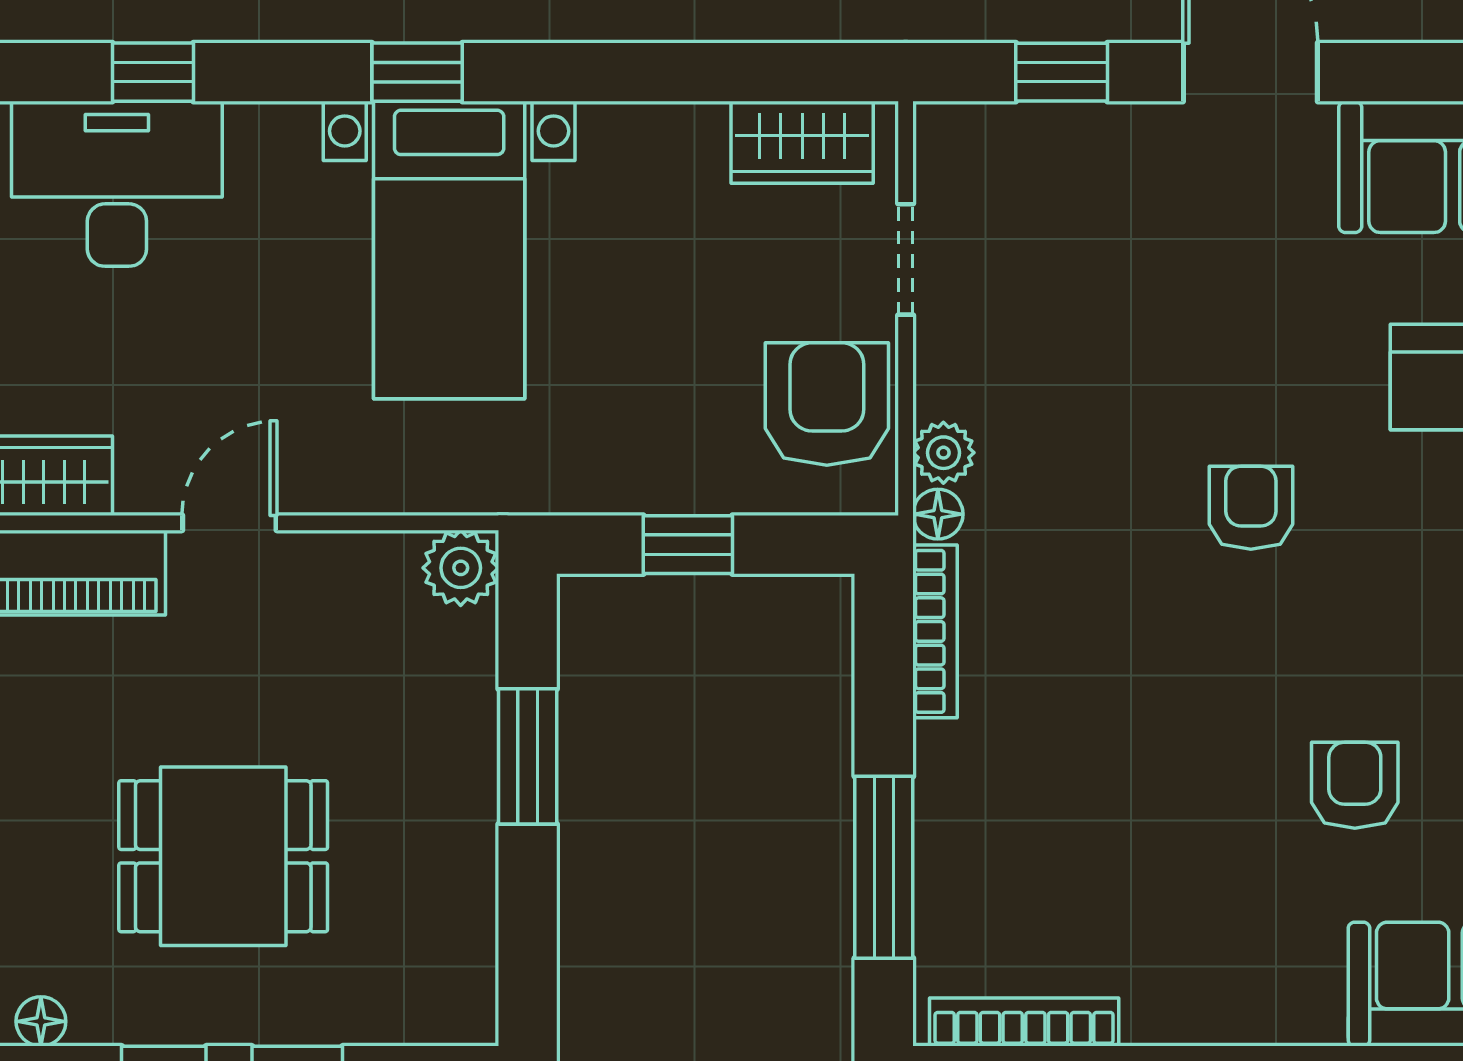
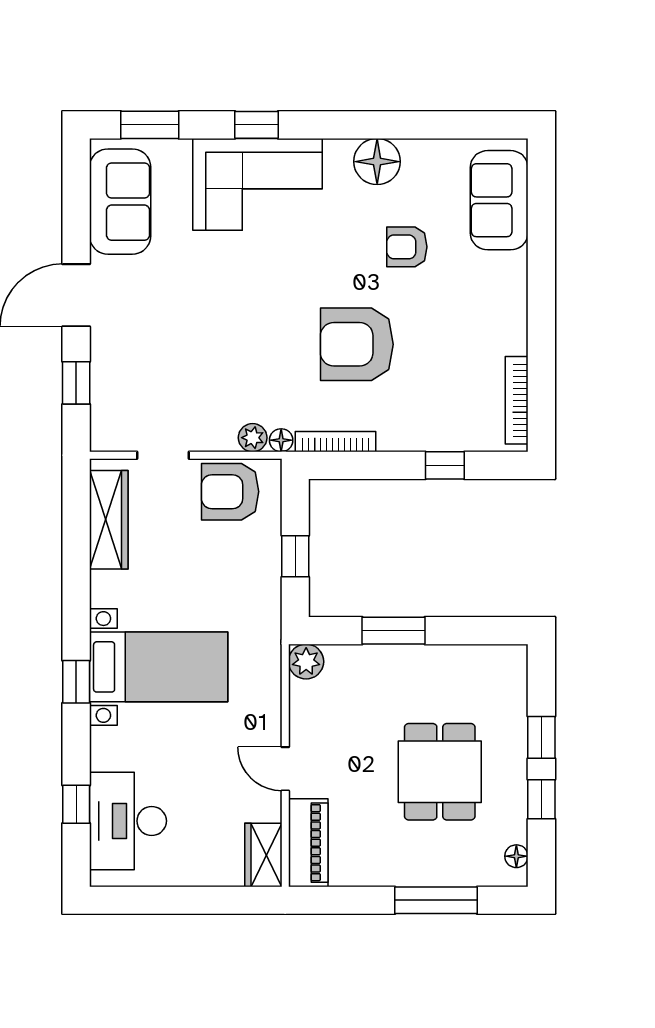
wardrobe: (802, 142) -> (109, 520), width x1.50
armchair: (1251, 508) -> (357, 344), moved, width x1.88, depth x1.88
window: (884, 867) -> (445, 465), width x0.46

